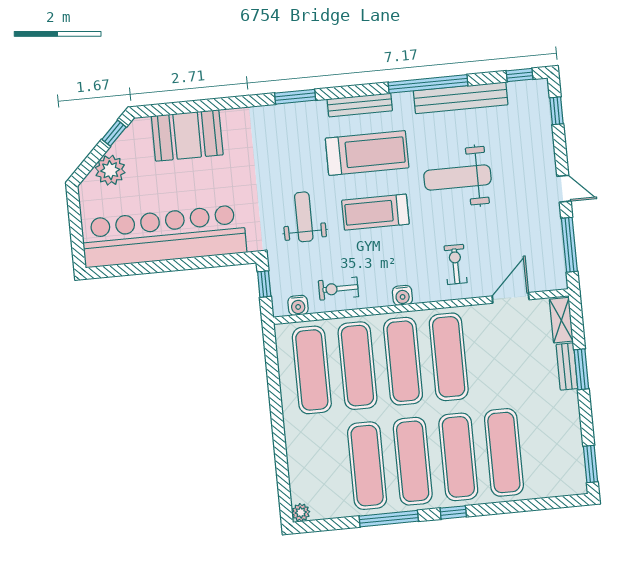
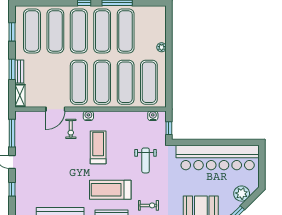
window: (557, 111) -> (12, 189), moved
weight bench: (457, 178) -> (66, 173), removed
treadmill: (375, 212) -> (98, 147), moved, turned -90
exercise bike: (338, 289) -> (148, 205), moved
water cooler: (402, 295) -> (88, 116), moved
door: (511, 298) -> (55, 109), moved
exercise mat: (550, 448) -> (32, 31), added
window: (591, 464) -> (12, 32), moved
plant: (301, 512) -> (162, 47), moved

